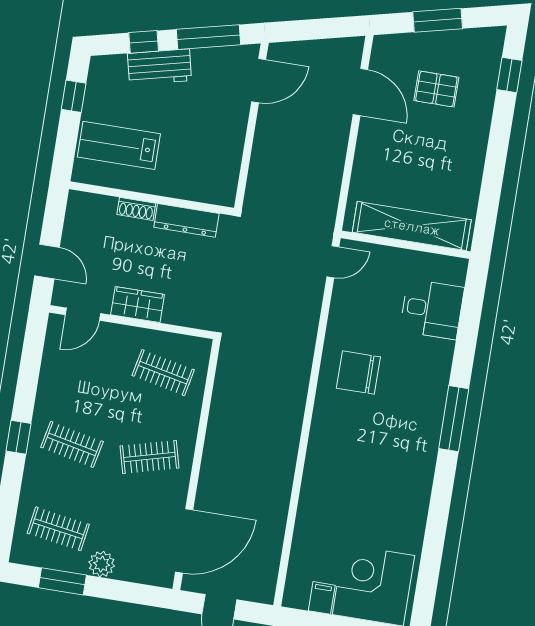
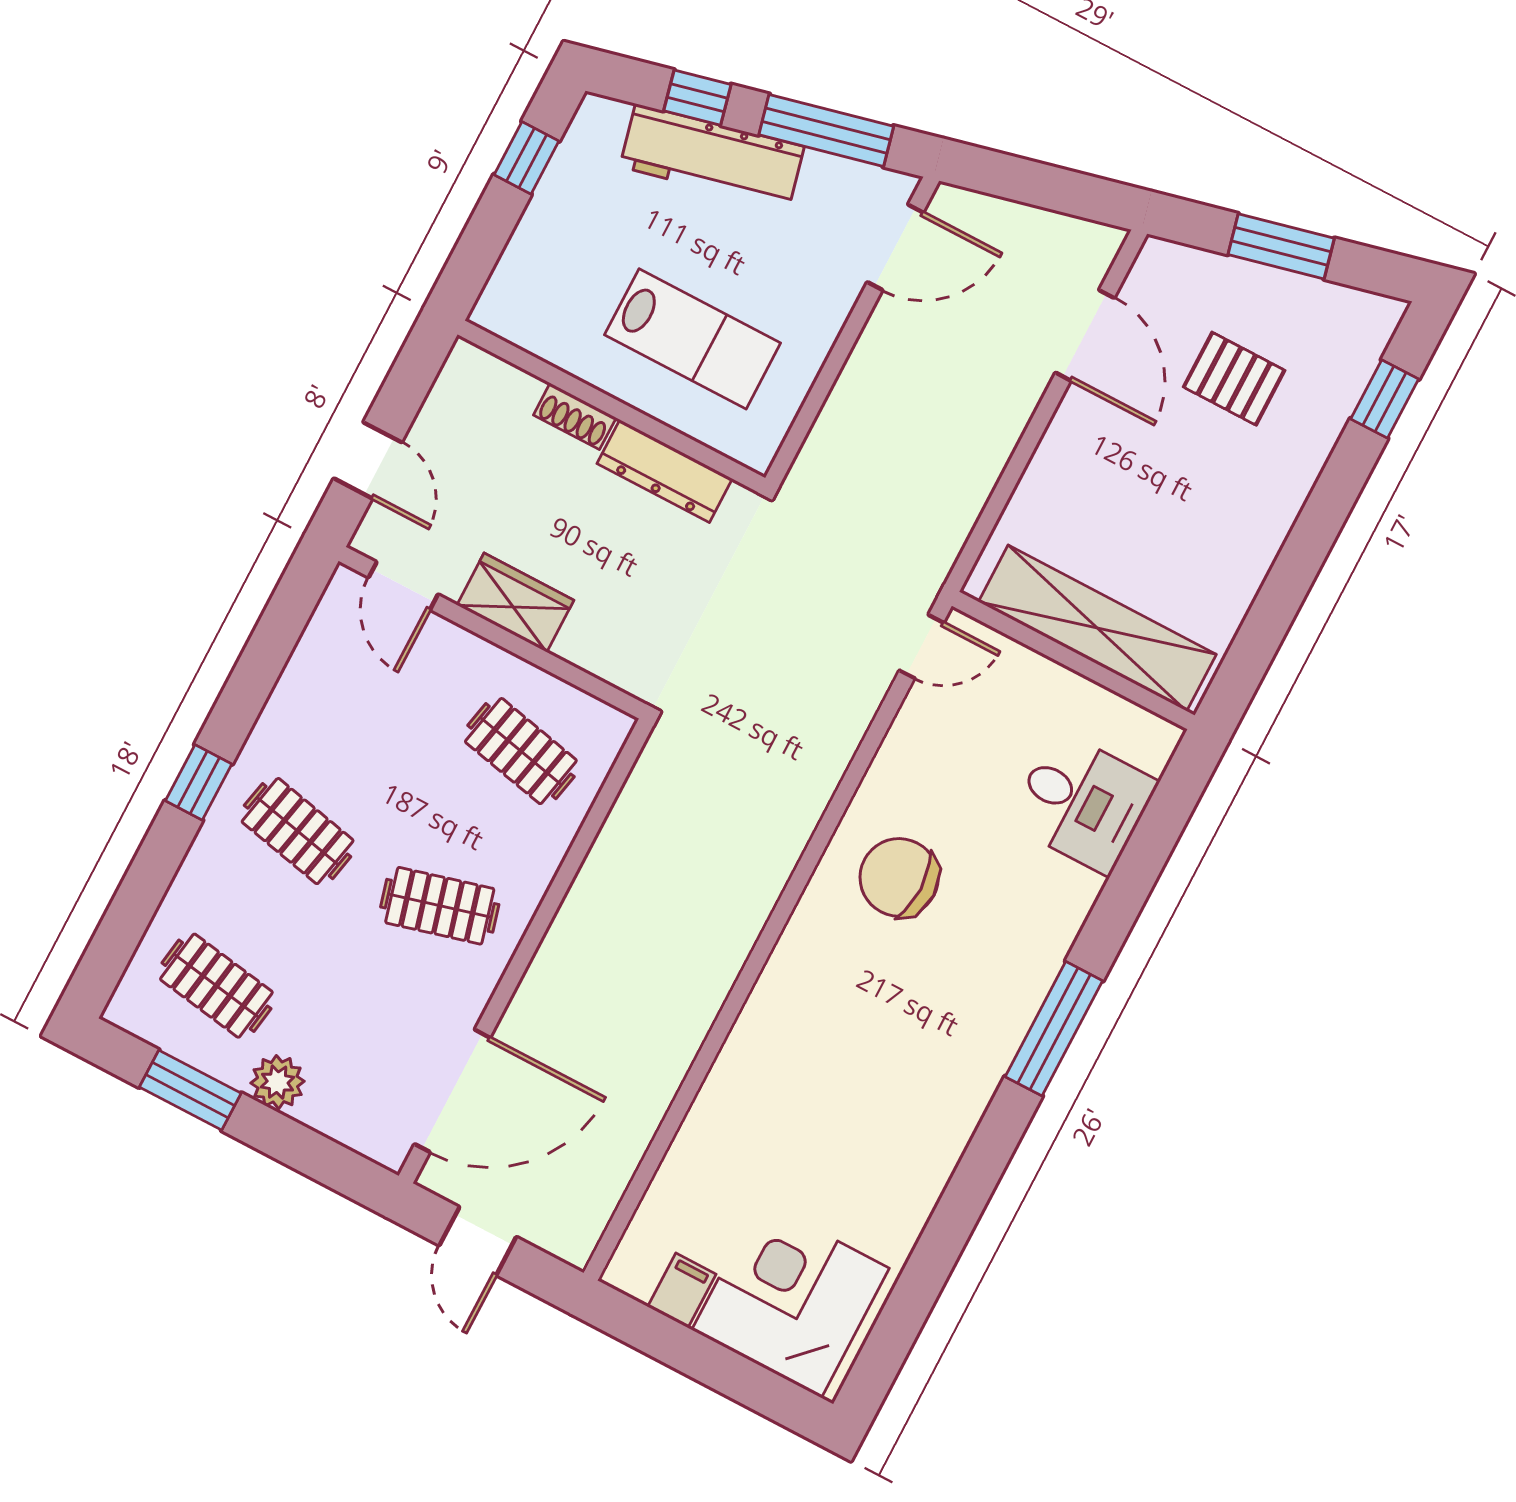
workbench: (160, 67) -> (712, 157), width x1.38
lab bench: (119, 145) -> (693, 339), moved, turned 180
door: (83, 314) -> (403, 586), hinge flipped

